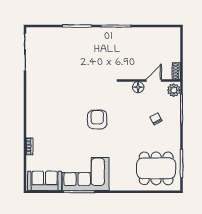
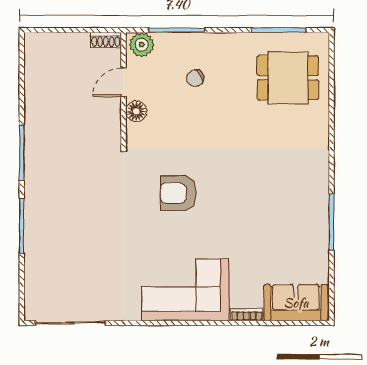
door: (154, 80) -> (124, 82), hinge flipped
armchair: (97, 119) -> (178, 193), moved
dining table: (156, 168) -> (288, 78), width x0.73
corner sofa: (86, 174) -> (185, 290), moved, turned 90
sofa: (45, 181) -> (296, 303), moved, turned 90

